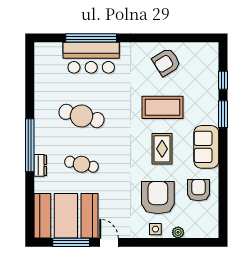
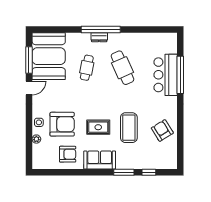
cafe table: (81, 116) -> (122, 68), turned -39
dresser: (40, 165) -> (99, 37), moved

